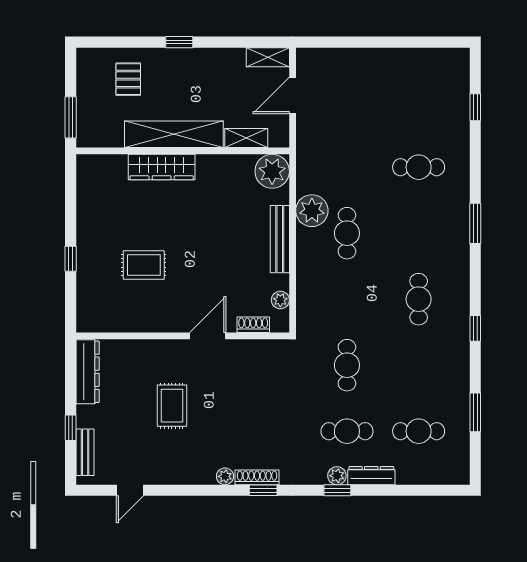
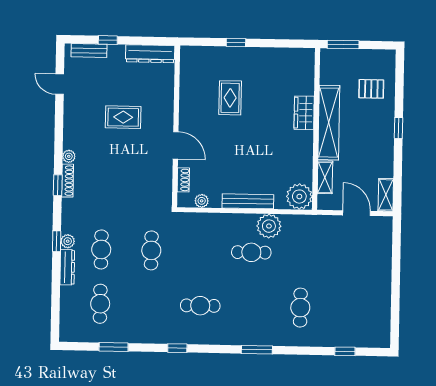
wardrobe: (162, 167) -> (304, 113), width x0.67
cafe table: (347, 365) -> (151, 250), turned 90

